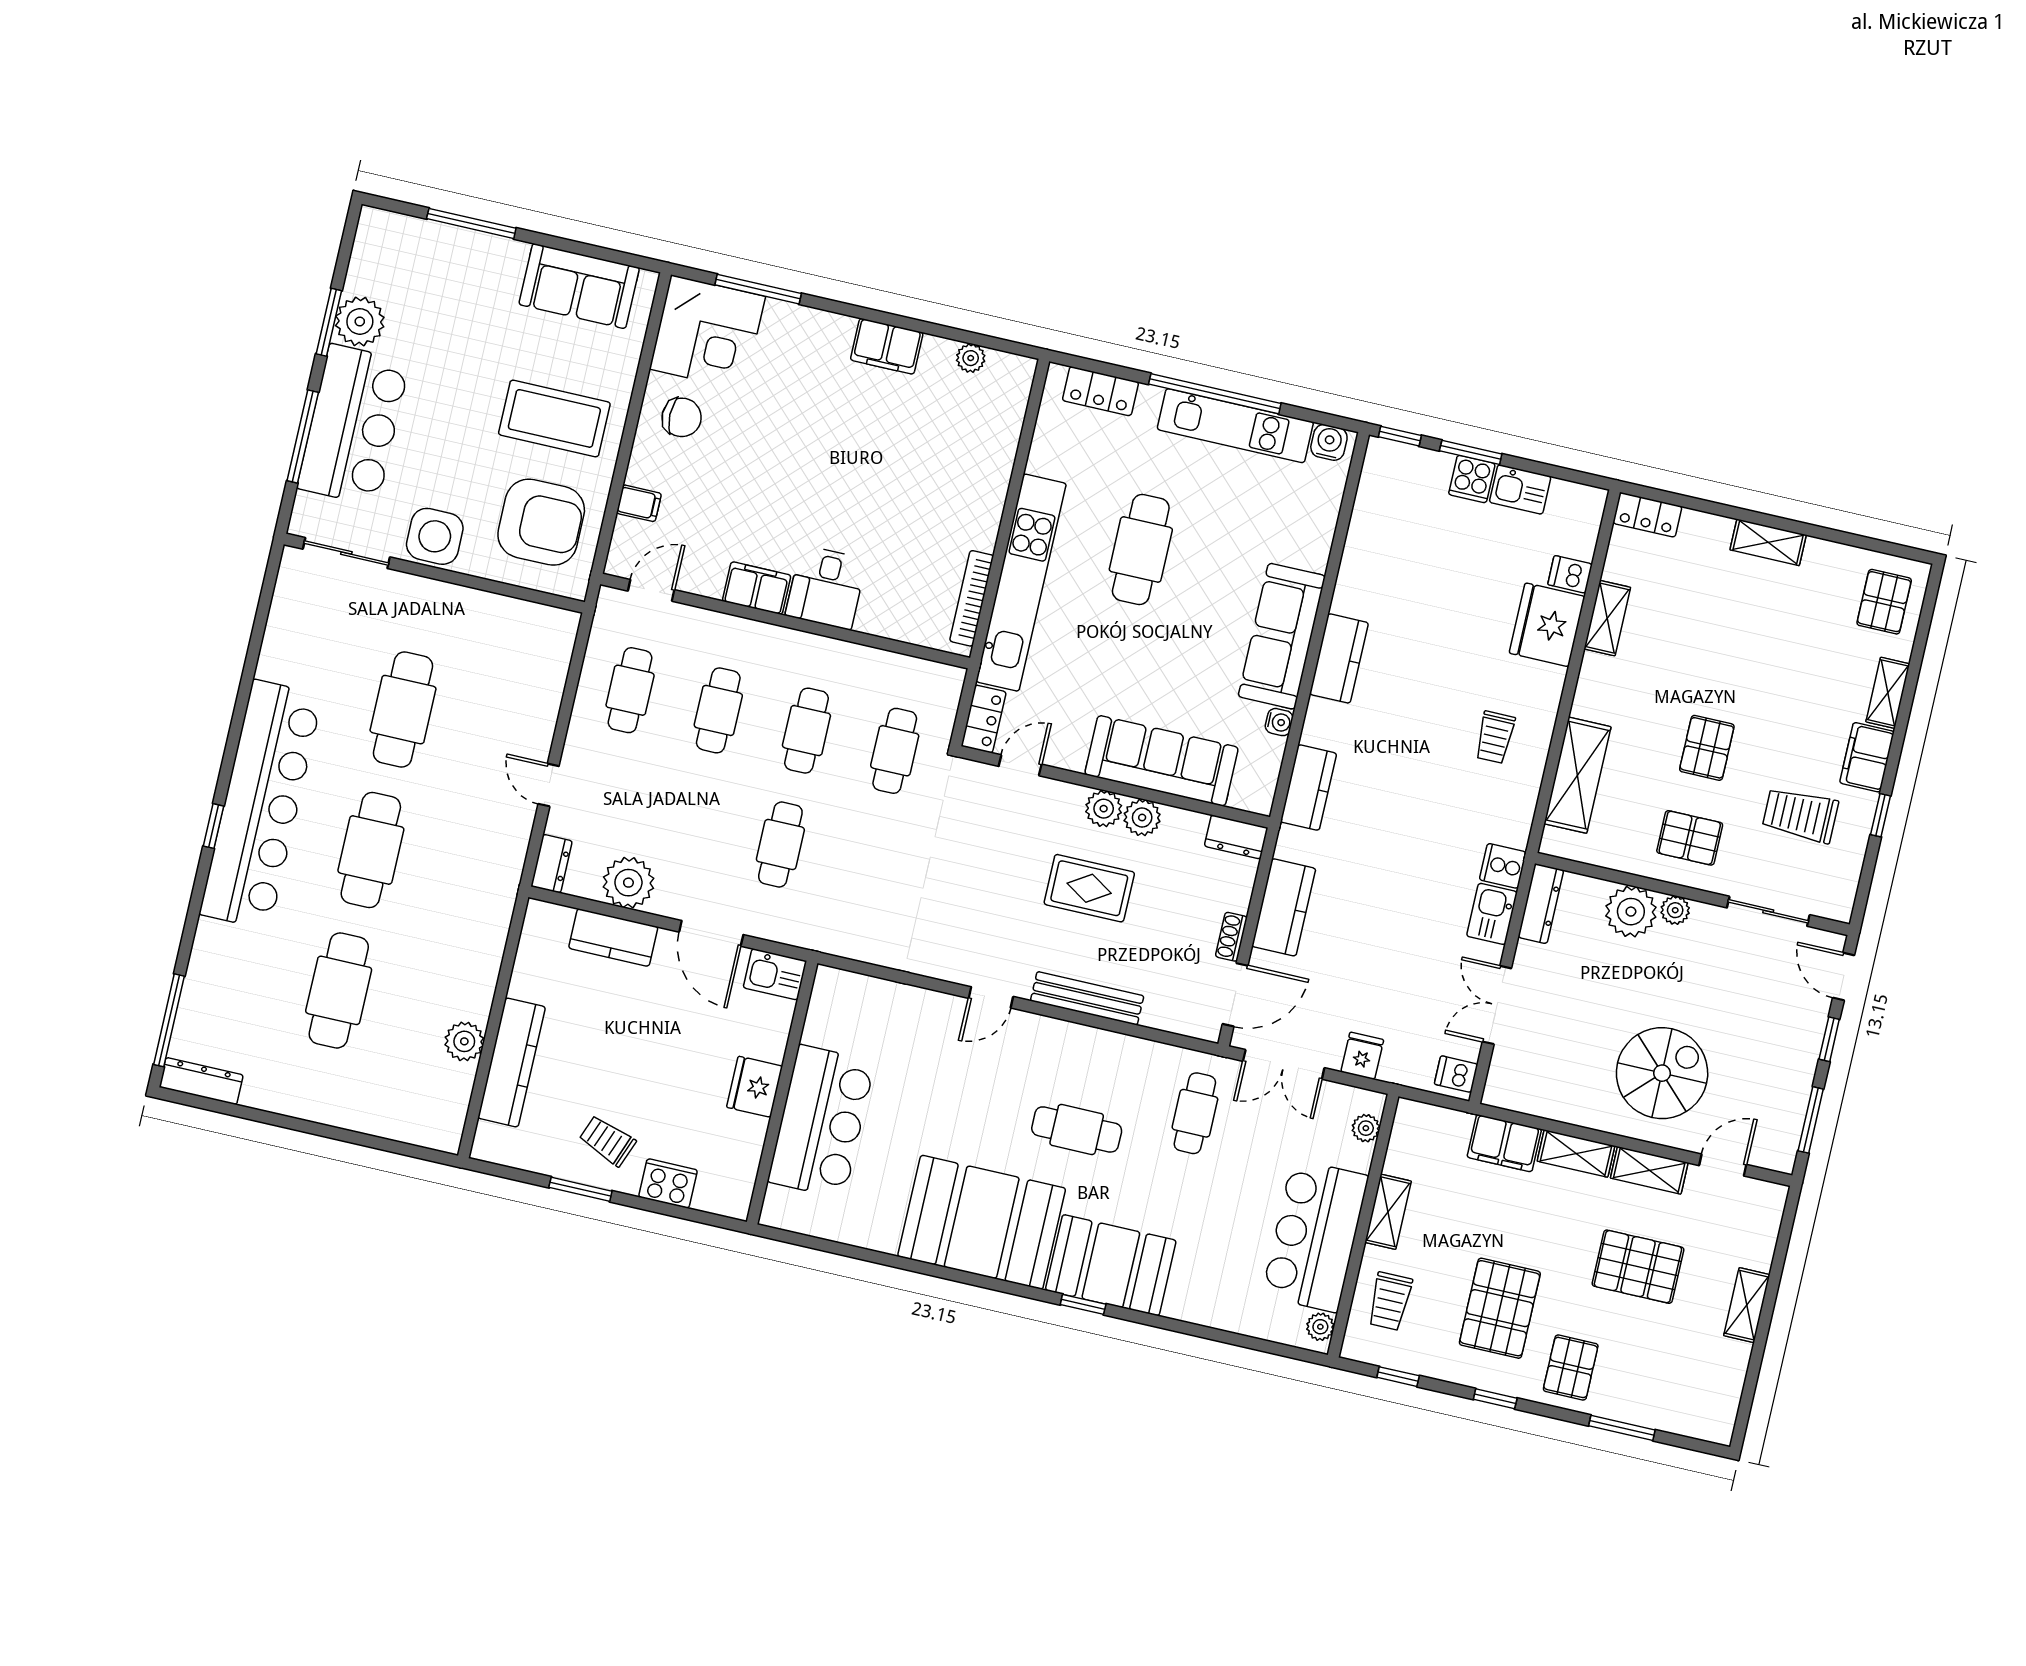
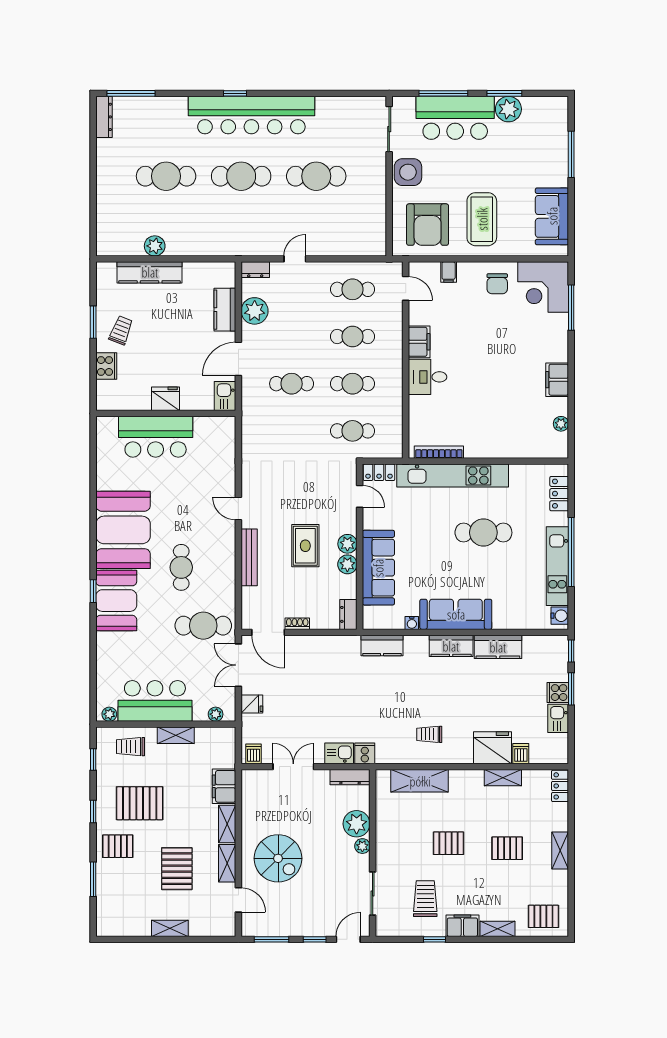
pallet: (1690, 838) -> (507, 848), moved, turned 90
kitchen counter: (1284, 907) -> (498, 647), moved
cafe table: (1195, 1113) -> (203, 626), width x1.37, depth x1.35

